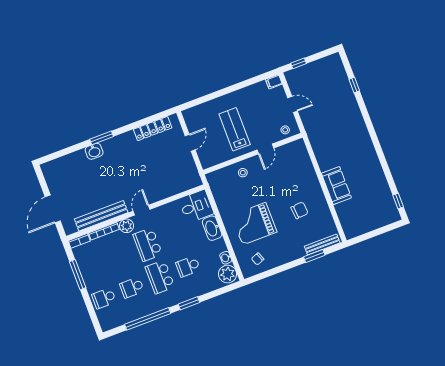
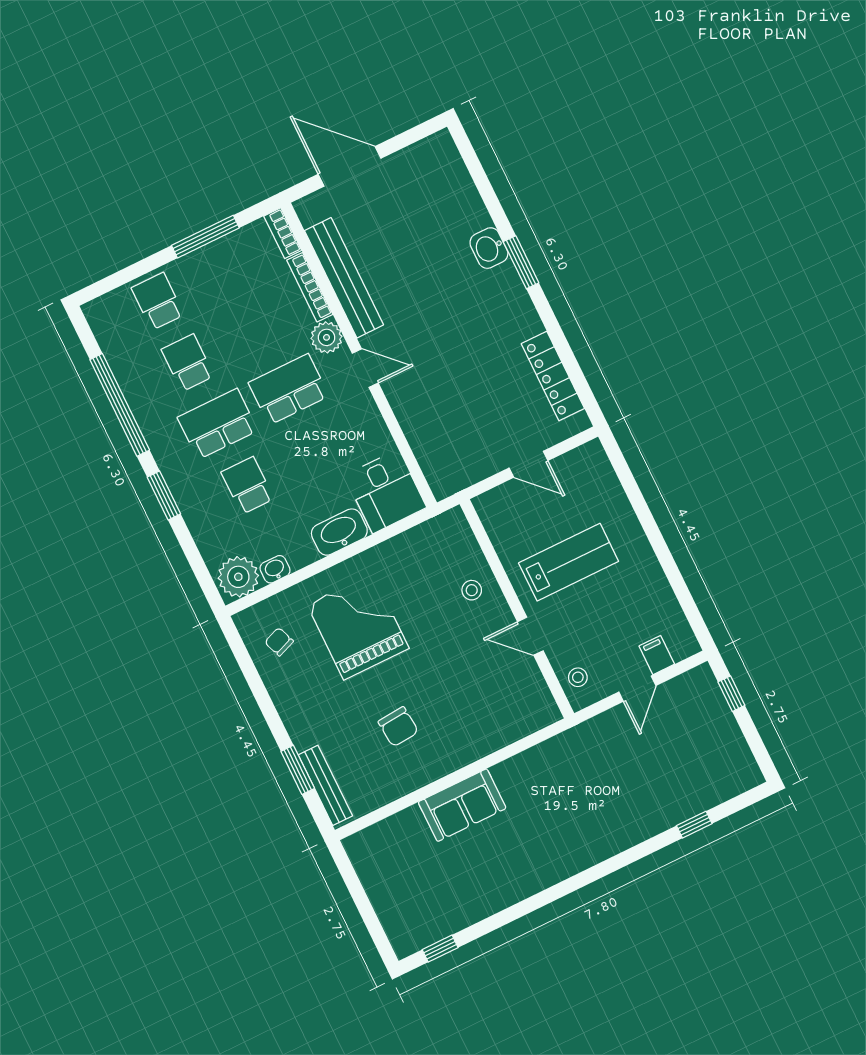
filing cabinet: (274, 82) -> (657, 655), moved

